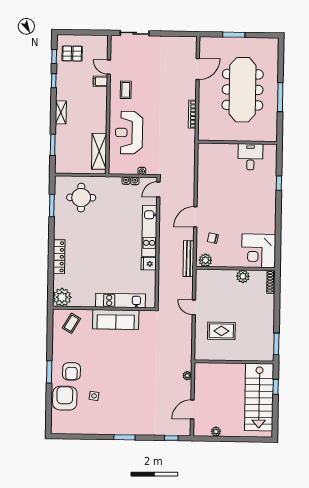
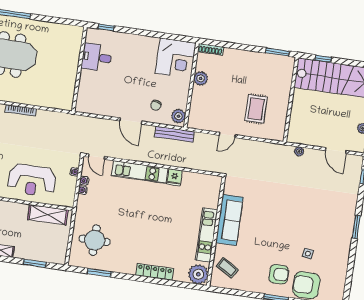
wall: (237, 142) -> (79, 69), moved
desk: (250, 157) -> (97, 57), moved
kitchen unit: (121, 301) -> (207, 235), moved

